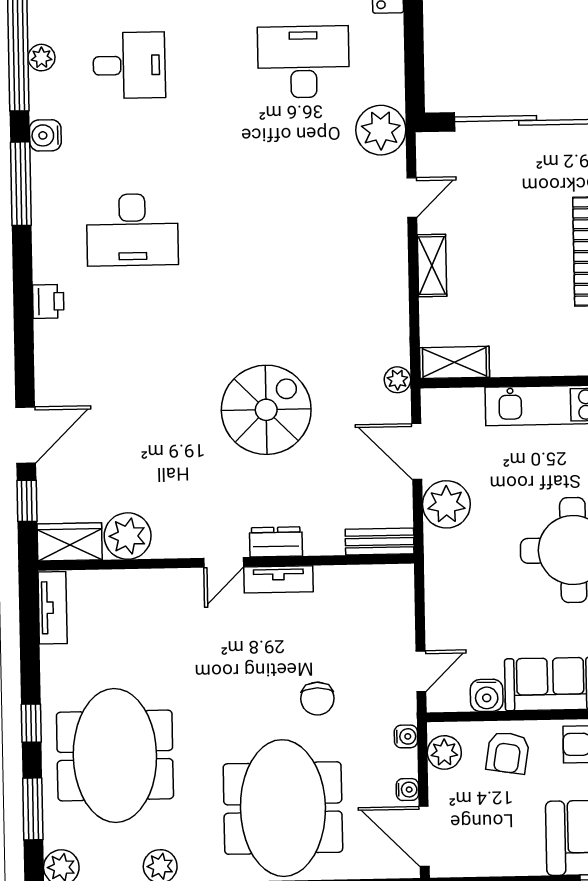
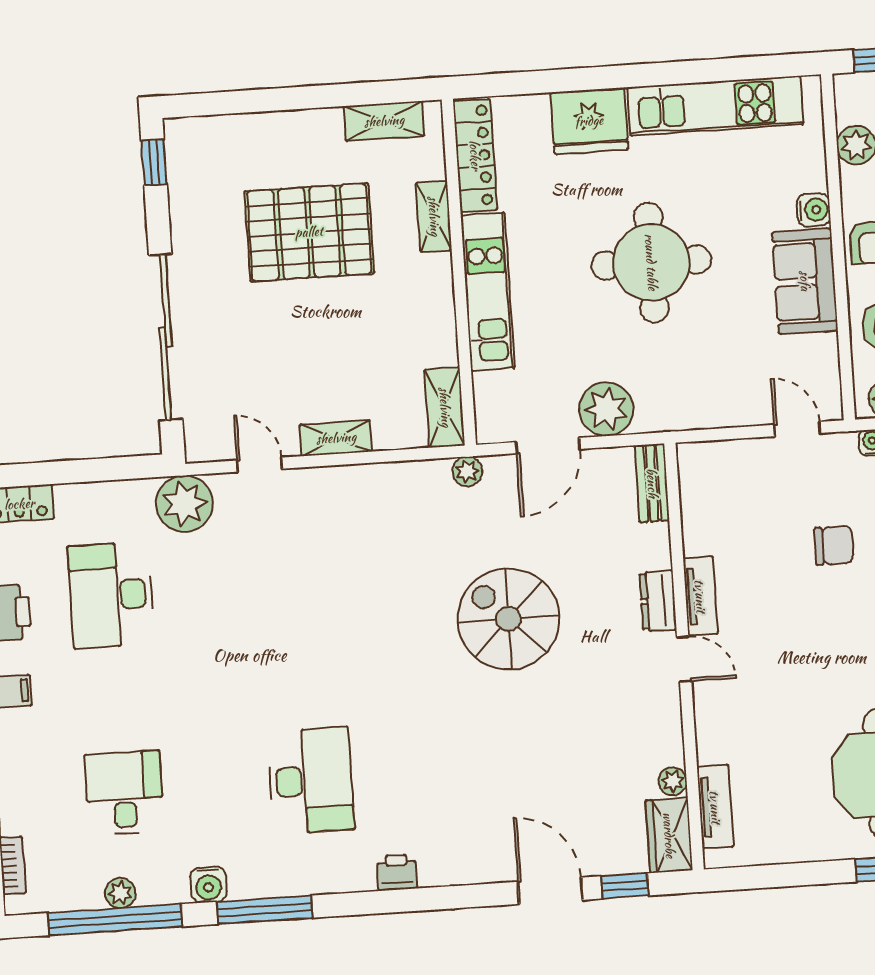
plant: (128, 536) -> (673, 781), width x0.53, depth x0.53
tv unit: (53, 608) -> (715, 807), moved, turned 90
water cooler: (487, 695) -> (821, 353), removed

